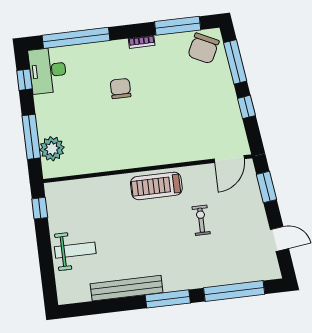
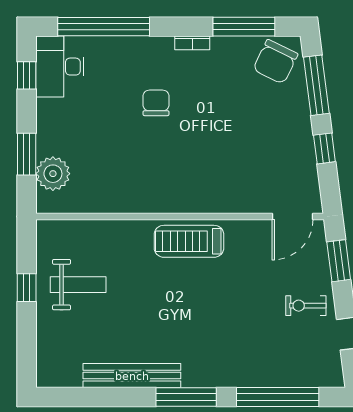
window: (31, 137) -> (27, 154), width x0.69
window: (40, 208) -> (27, 288), moved
exercise bike: (201, 220) -> (306, 306), moved, turned -90
weight bench: (75, 250) -> (78, 285), moved

